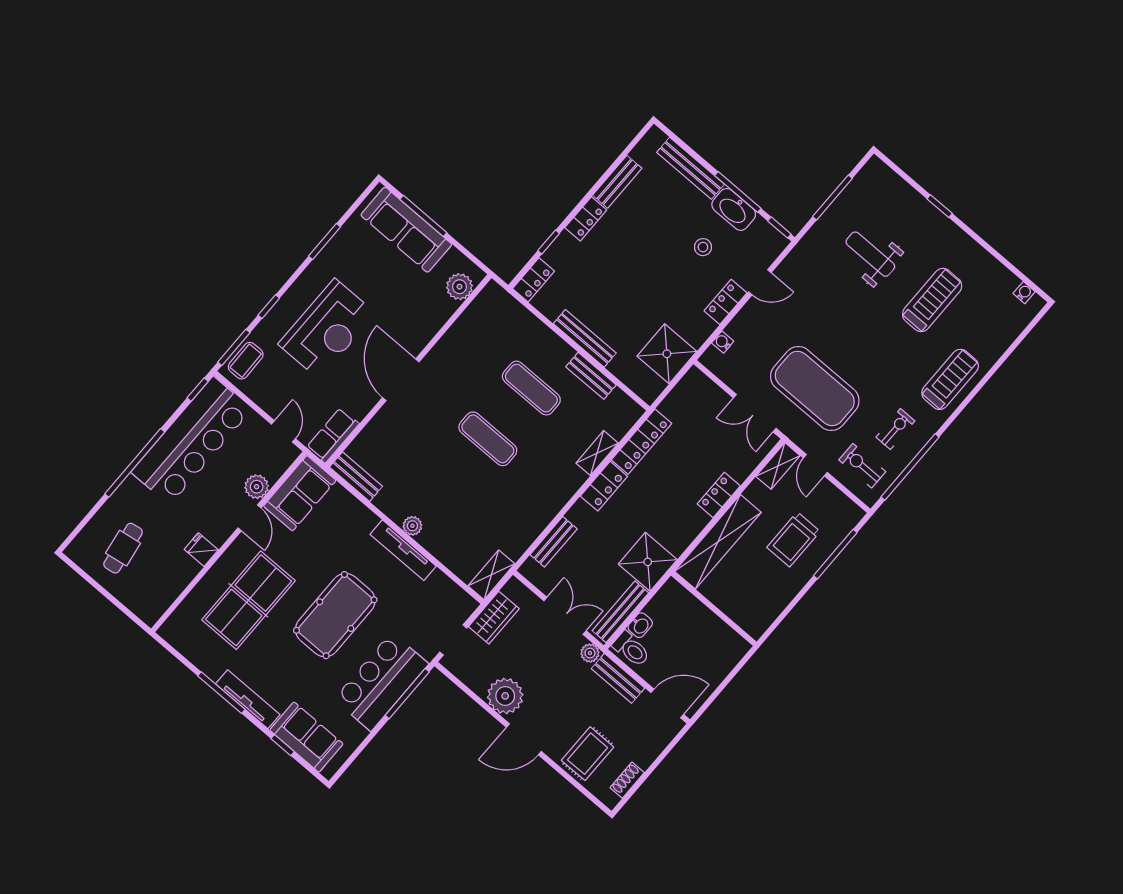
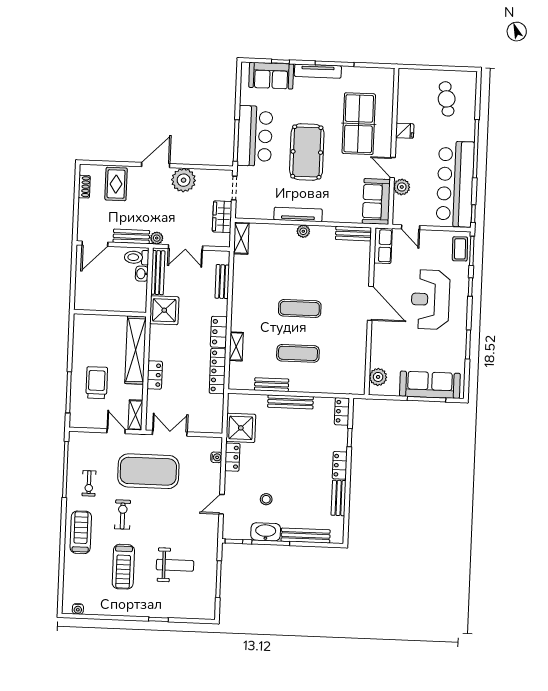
locker: (726, 302) -> (232, 457), moved
treadmill: (950, 379) -> (81, 532), turned 180
exercise bike: (862, 466) -> (123, 515), moved, turned -90

